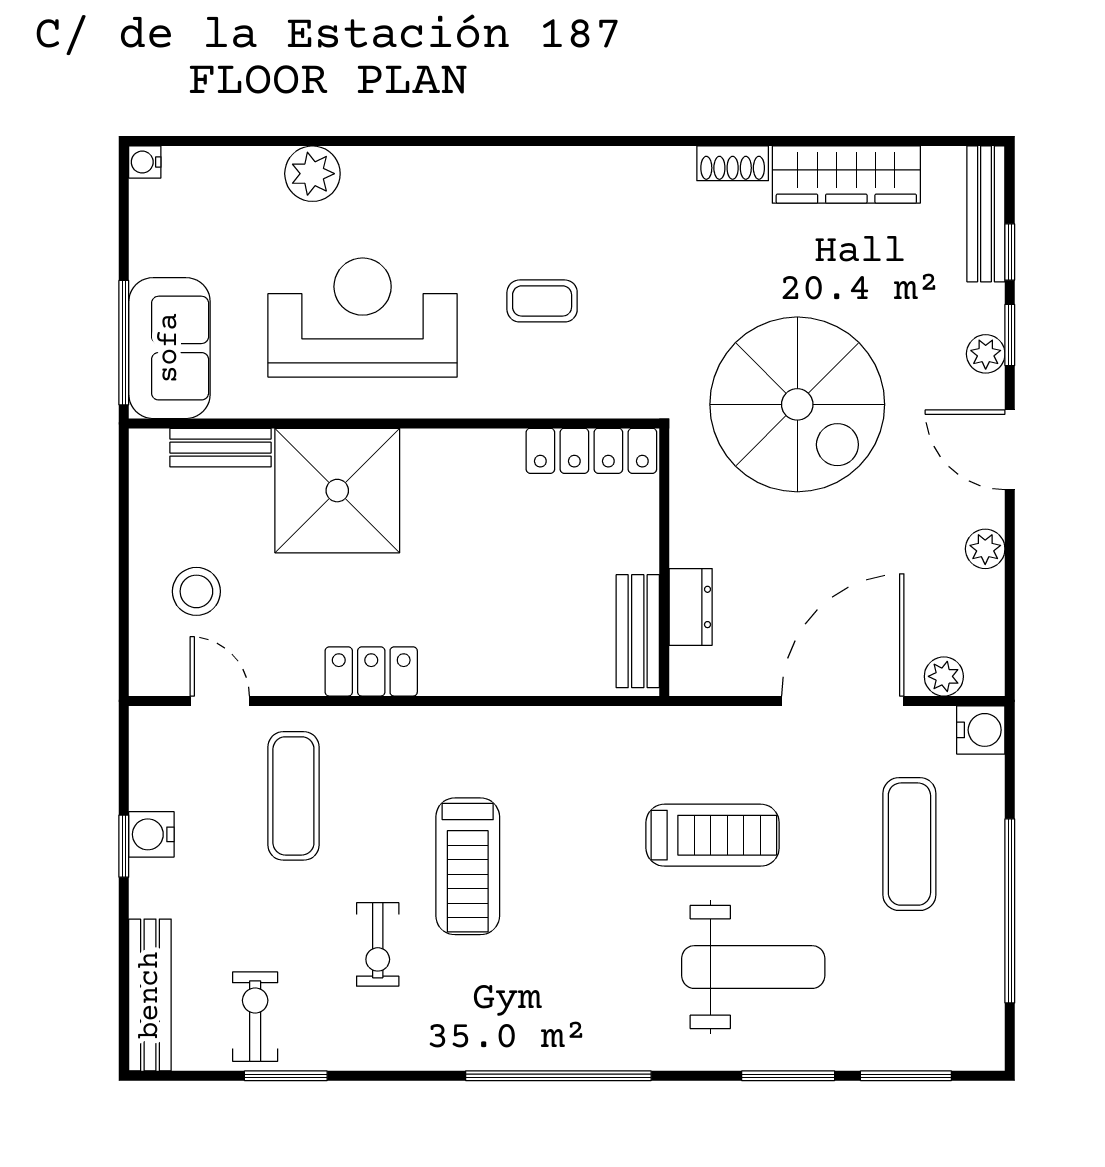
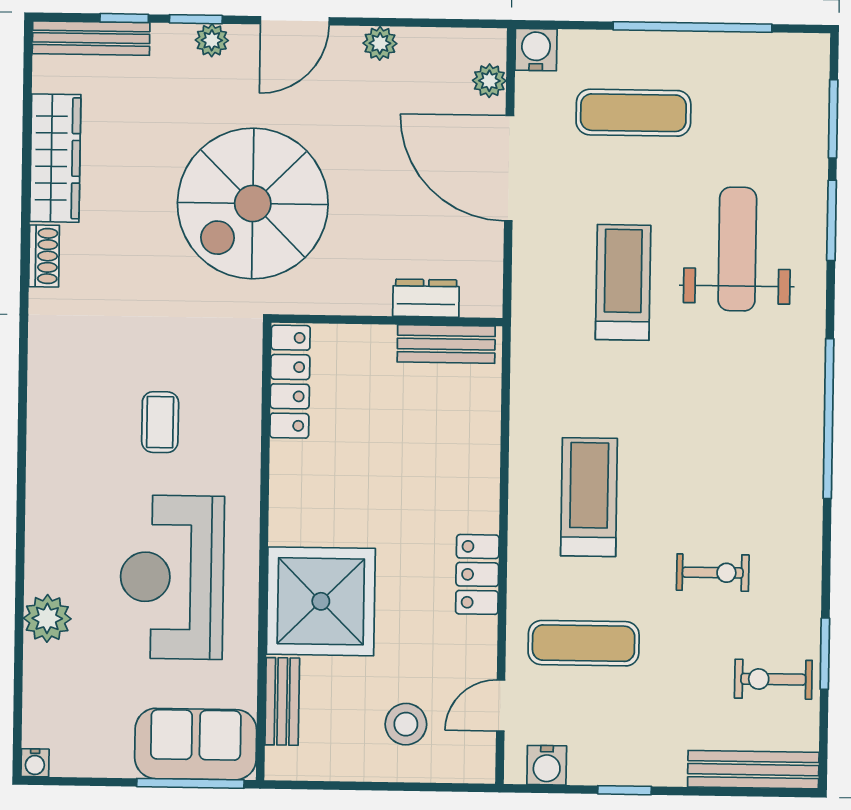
spiral stairs: (797, 404) -> (253, 203), turned 180
water cooler: (151, 834) -> (547, 765), moved
treadmill: (468, 866) -> (589, 497), moved, turned -90

